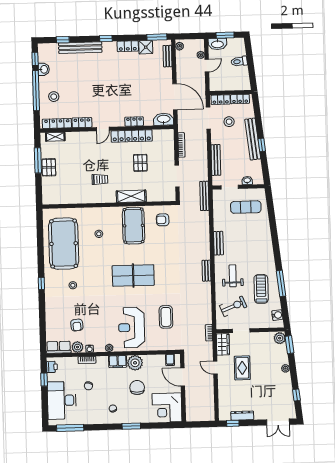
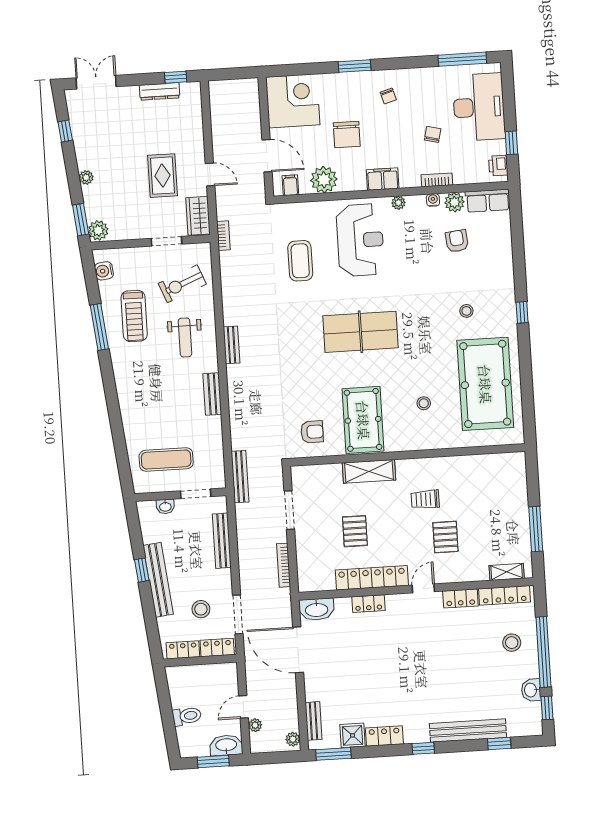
pallet: (49, 167) -> (445, 537), moved
plant: (135, 363) -> (324, 180), moved

